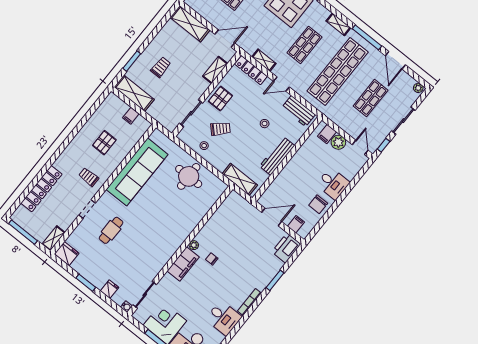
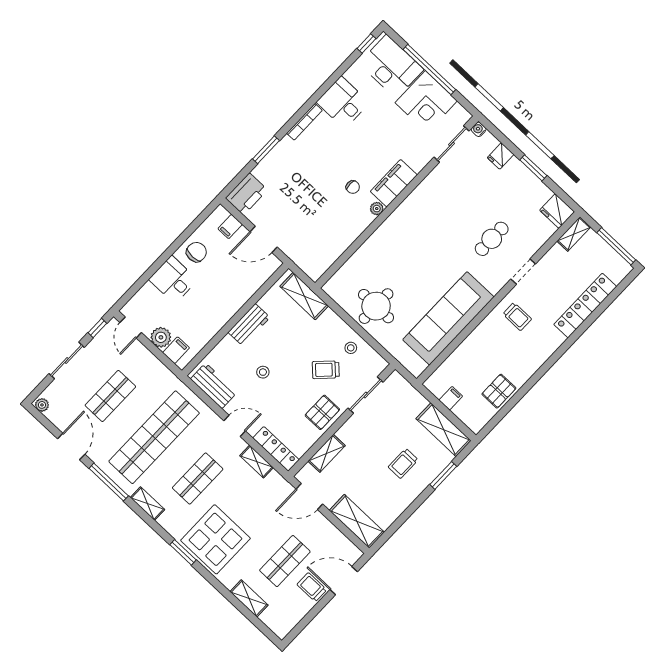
pallet: (104, 143) -> (499, 391), moved
workbench: (277, 156) -> (249, 325), width x0.73

